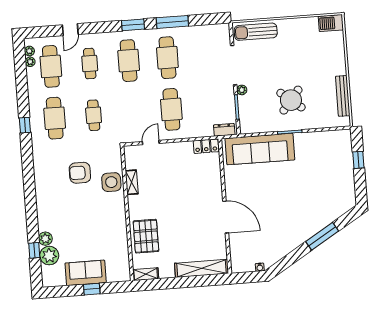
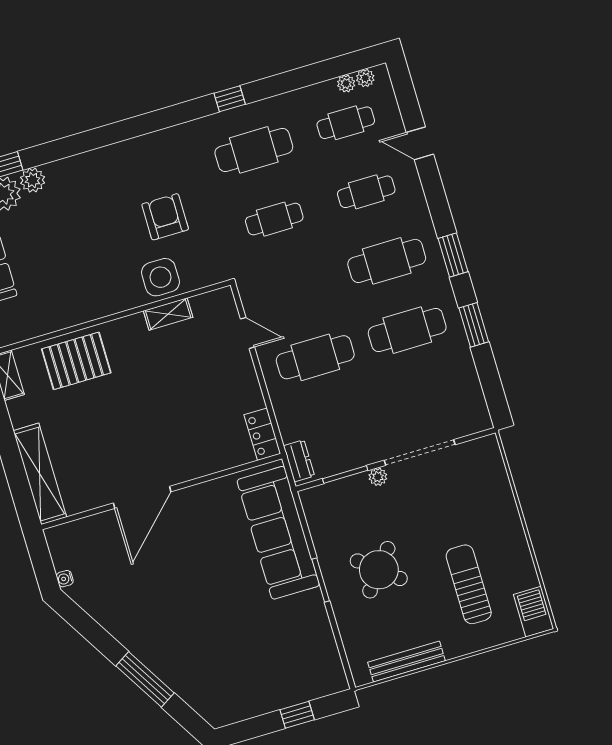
window: (172, 22) -> (474, 325), width x0.69
sun lounger: (256, 32) -> (469, 584), moved
cafe table: (51, 66) -> (346, 123), width x0.73, depth x0.74

